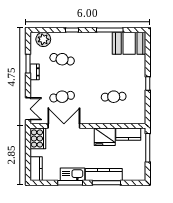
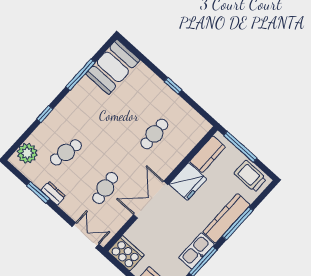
double door: (64, 126) -> (151, 200), moved
trolley: (137, 167) -> (250, 176), added

